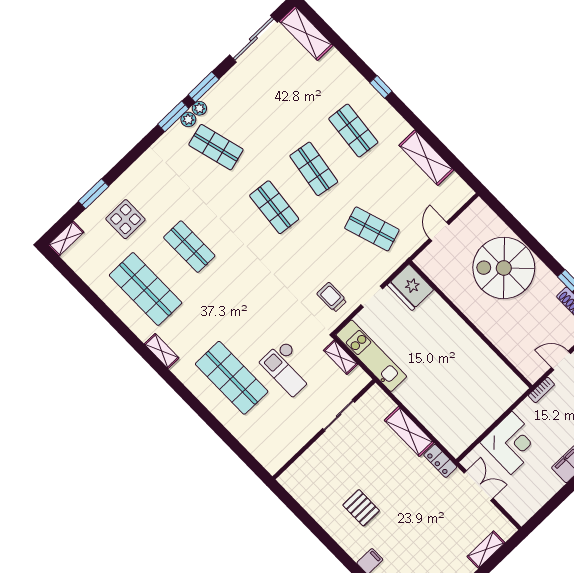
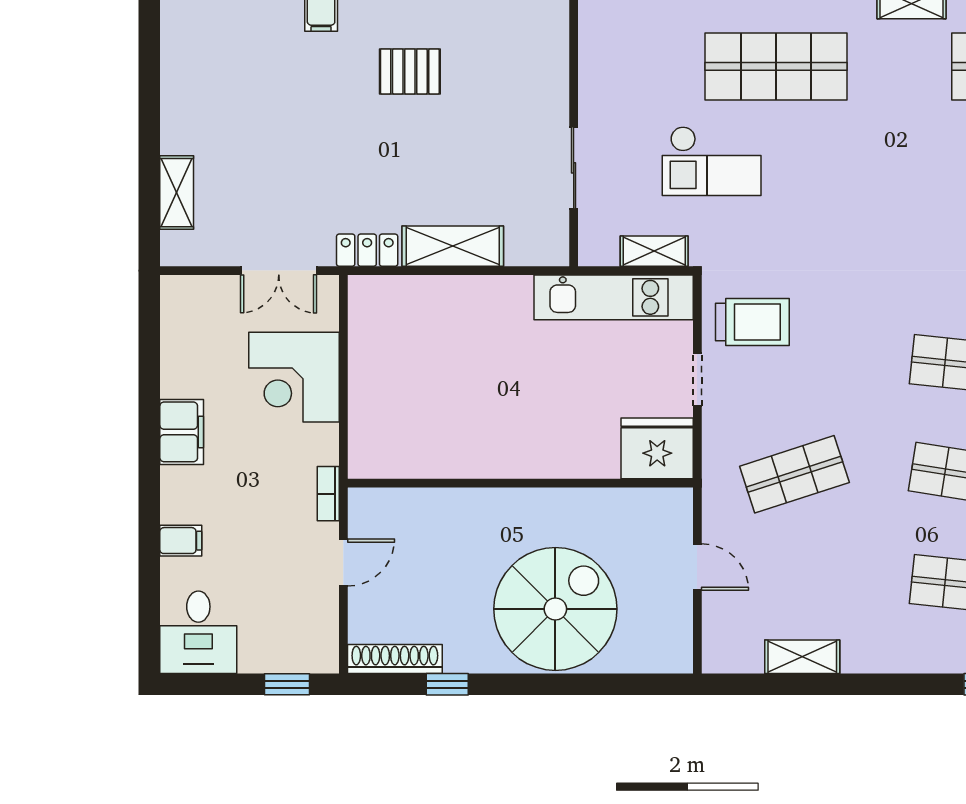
shelving: (426, 158) -> (802, 657), width x0.67, depth x0.75
trolley: (332, 297) -> (752, 322), width x1.36, depth x1.39
checkout: (288, 368) -> (712, 161), turned 180

